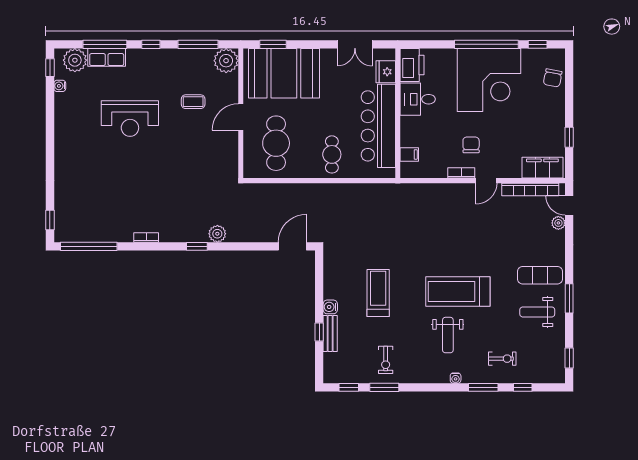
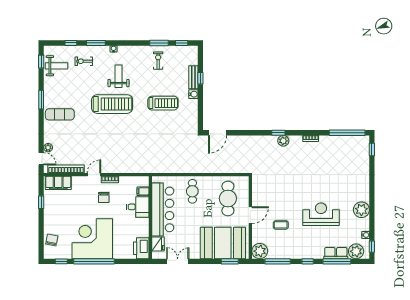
desk: (418, 99) -> (138, 207), moved
plant: (66, 125) -> (361, 210), added
plant: (217, 234) -> (283, 141), moved
treadmill: (378, 293) -> (163, 103), turned -90
weight bench: (537, 312) -> (57, 66), moved

